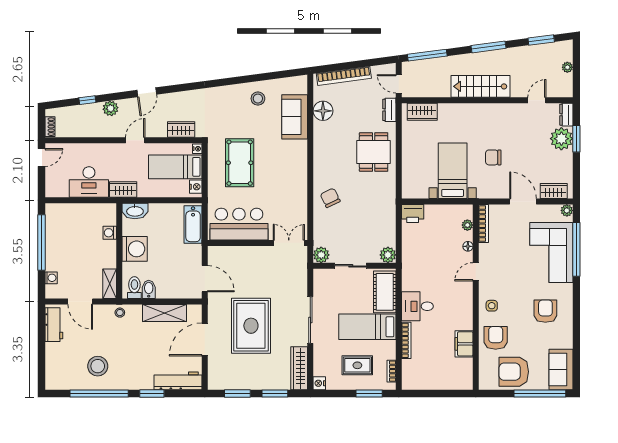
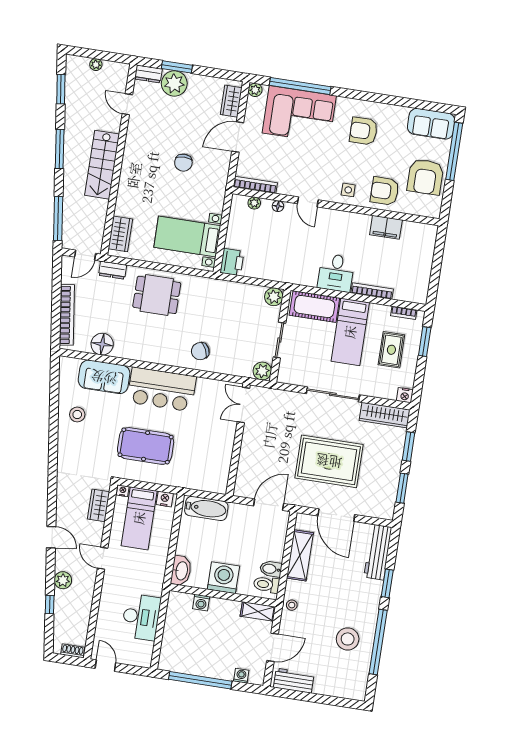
bed with nightstands: (453, 171) -> (187, 236), moved
wardrobe: (123, 189) -> (155, 580), removed
bar counter: (239, 224) -> (162, 389), moved, turned -90

